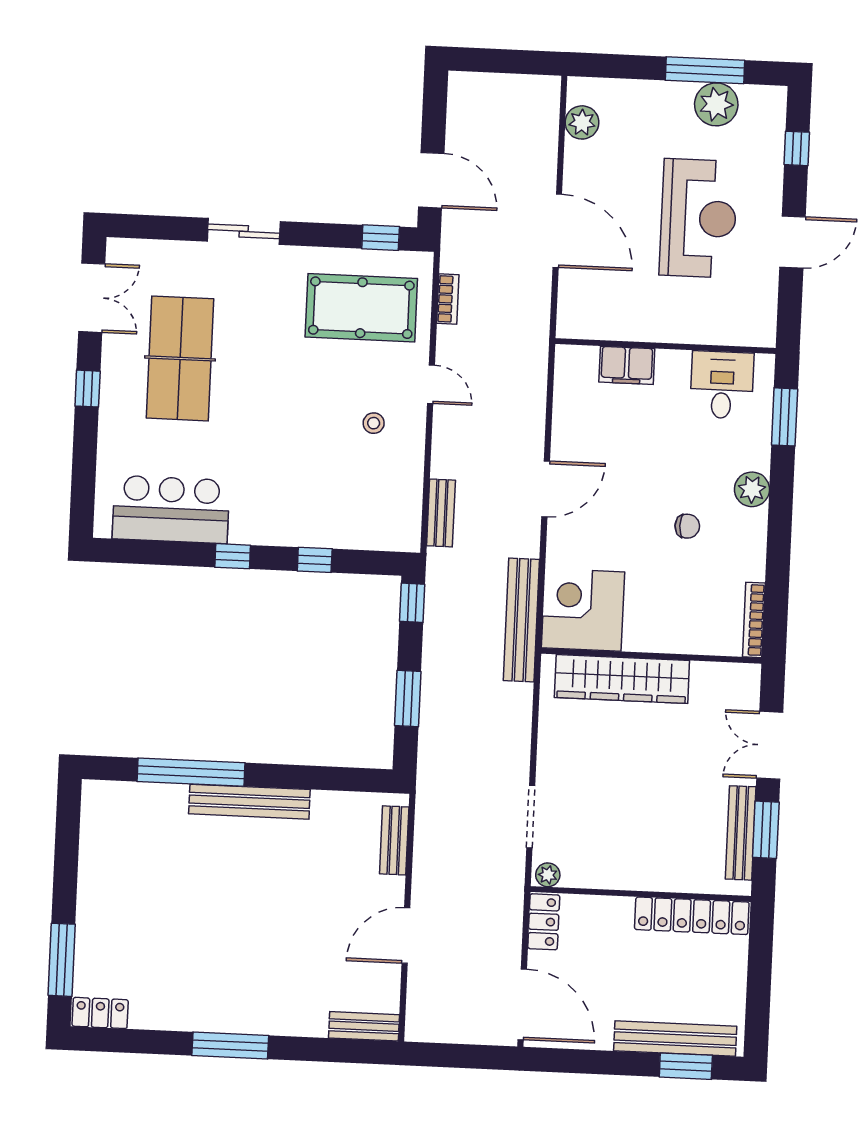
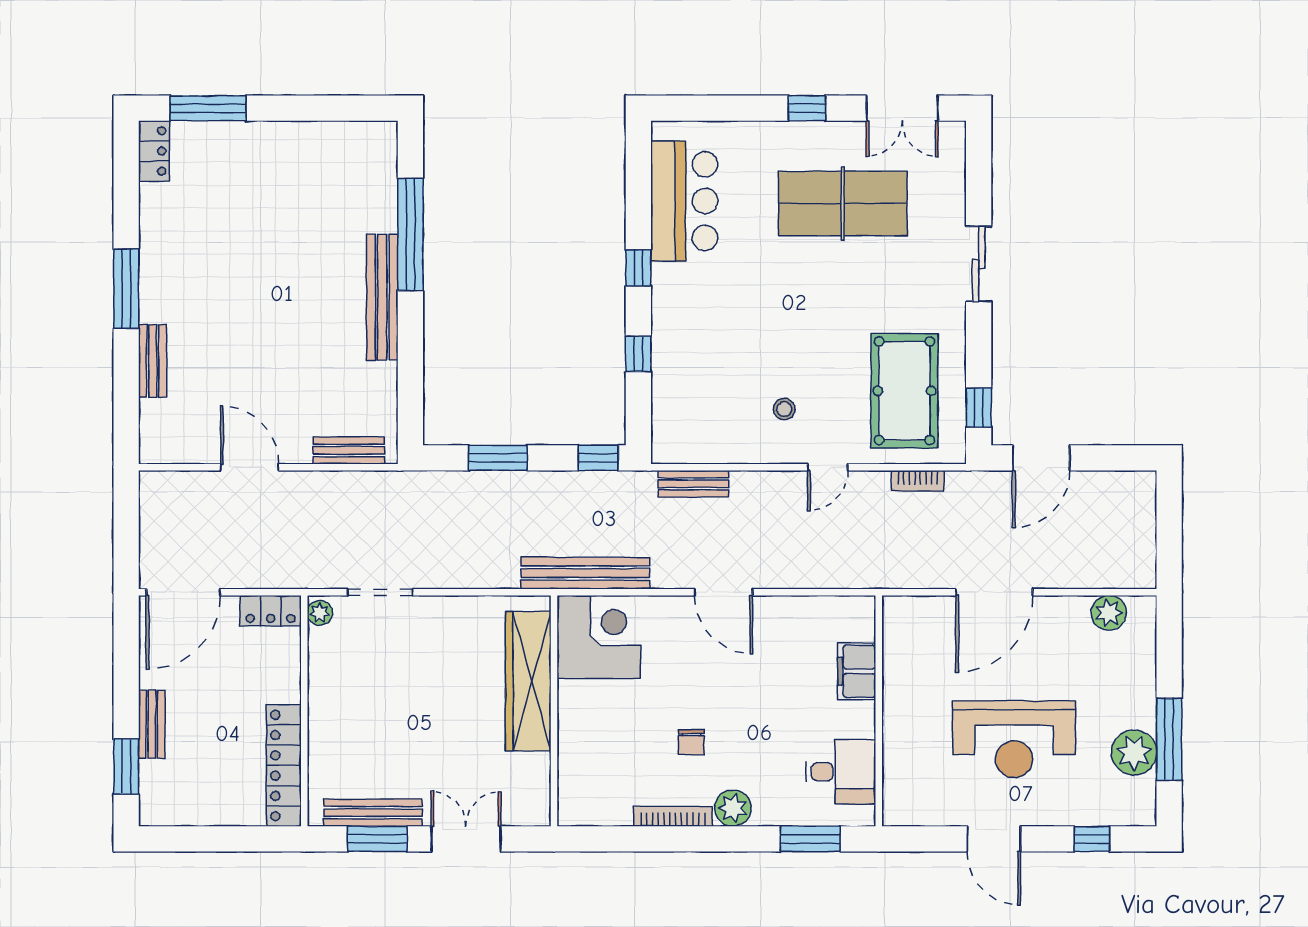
bookcase: (754, 620) -> (673, 816), moved
bench: (364, 1026) -> (153, 361), moved
bench: (675, 1039) -> (152, 724), width x0.54, depth x0.82

